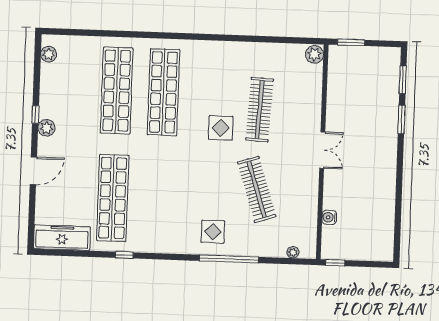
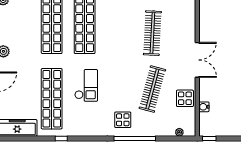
display table: (221, 128) -> (185, 98), moved
double door: (322, 150) -> (197, 60), width x1.37
checkout: (162, 181) -> (86, 85), added
clothes rail: (257, 189) -> (152, 89), turned 33

